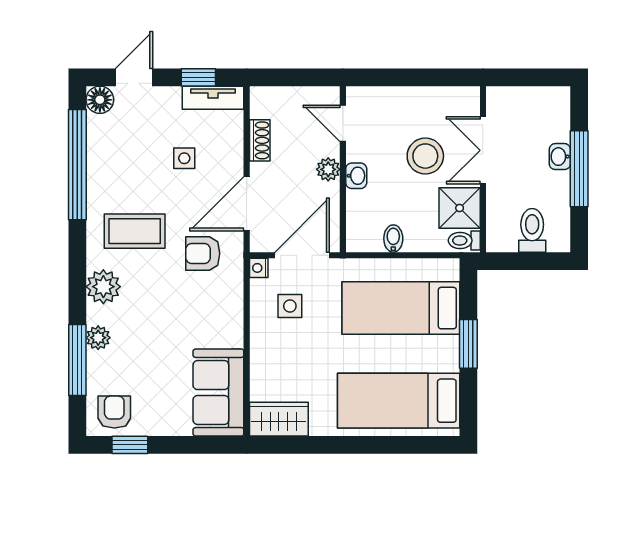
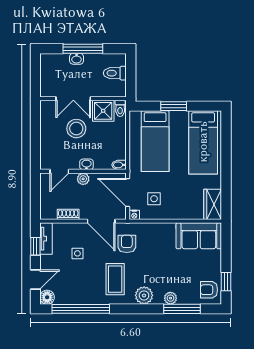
door: (134, 77) -> (35, 280), swing flipped
bidet: (393, 239) -> (119, 165), moved
armchair: (203, 253) -> (127, 244), turned 180

